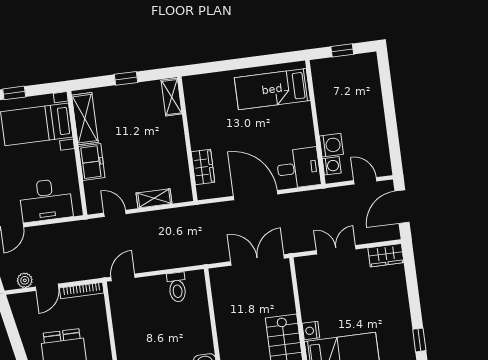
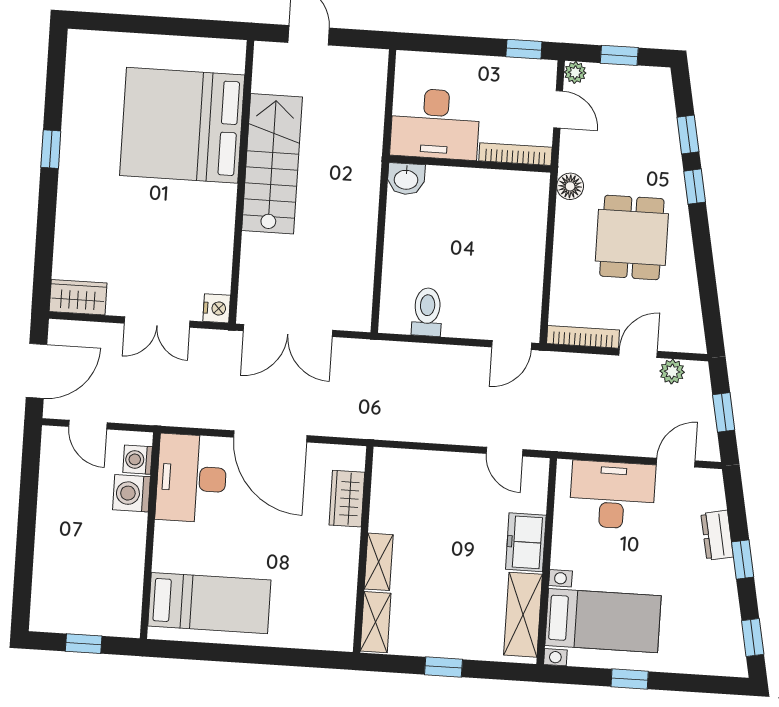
desk: (298, 168) -> (191, 478), width x1.37
shelving: (154, 198) -> (379, 562), moved, turned 90
nightstand: (311, 331) -> (217, 308), moved

